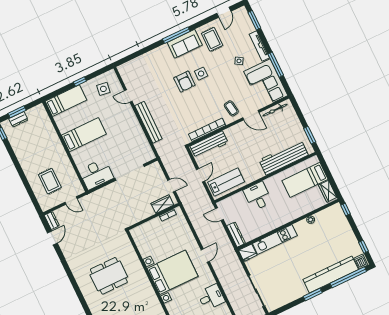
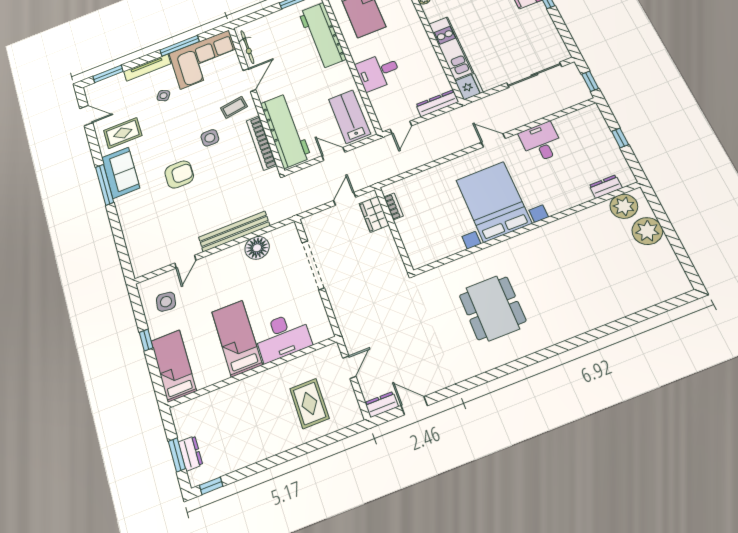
side table: (201, 74) -> (210, 138), moved
floor lamp: (139, 138) -> (257, 248), added
workbench: (209, 145) -> (286, 130), width x1.36, depth x1.32
desk: (96, 174) -> (283, 337), moved, turned 90
rug: (50, 181) -> (309, 403), turned 90
door: (205, 256) -> (493, 140), moved

